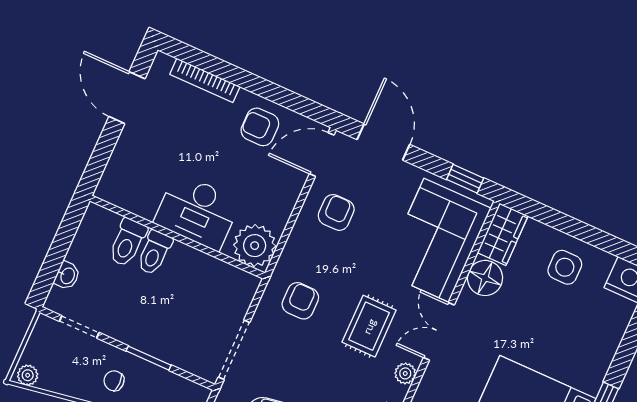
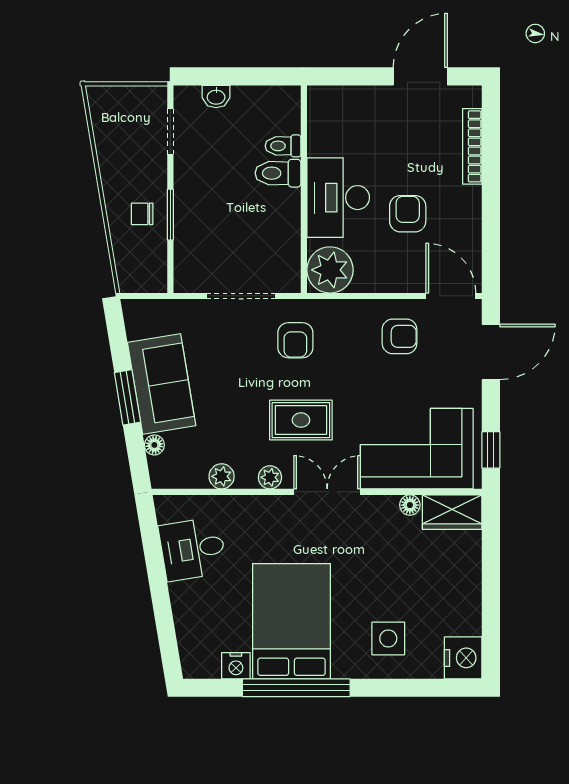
armchair: (260, 127) -> (408, 214), moved
toilet: (127, 242) -> (283, 146), width x0.73, depth x0.72
side table: (565, 267) -> (388, 638), moved
floor lamp: (485, 278) -> (410, 505), width x0.53, depth x0.53
armchair: (300, 301) -> (295, 340), turned 90
doorway: (234, 350) -> (241, 296), moved
plant: (28, 375) -> (99, 102), removed
chair: (114, 381) -> (142, 214), moved, turned -90

